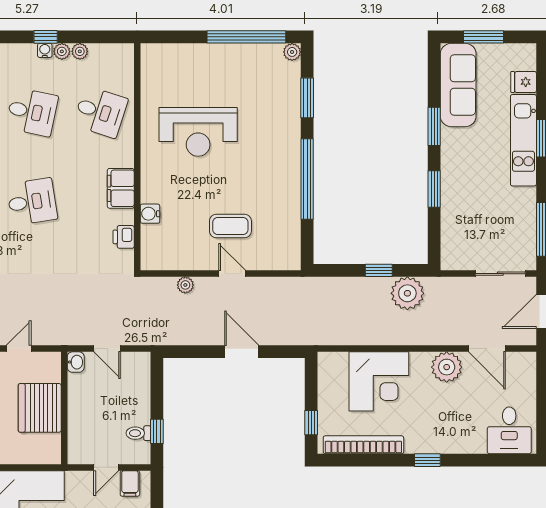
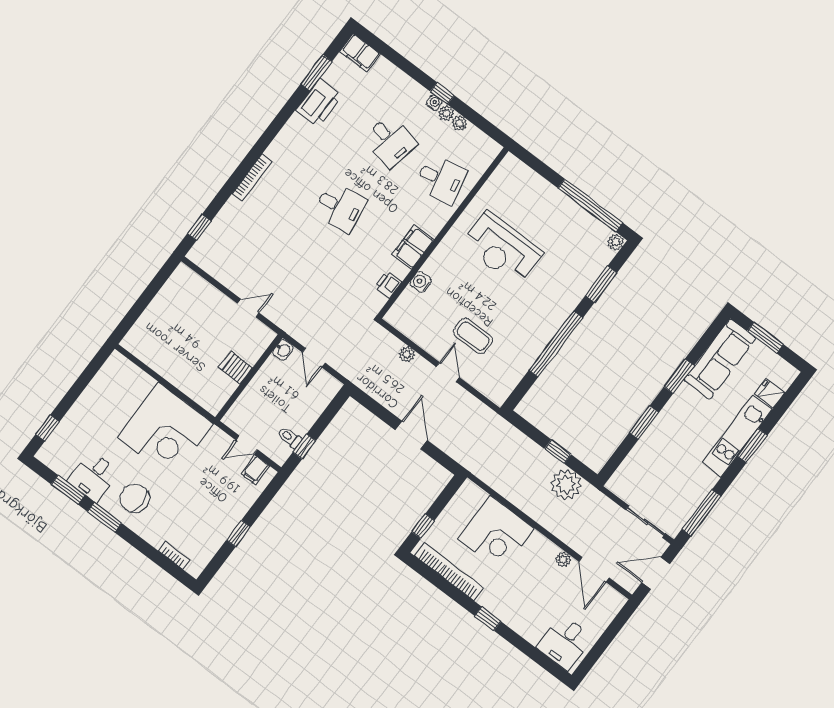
desk: (100, 112) -> (441, 179), turned -30
plant: (447, 367) -> (563, 559), width x0.53, depth x0.53
server rack: (40, 408) -> (236, 367), width x0.46, depth x0.70

